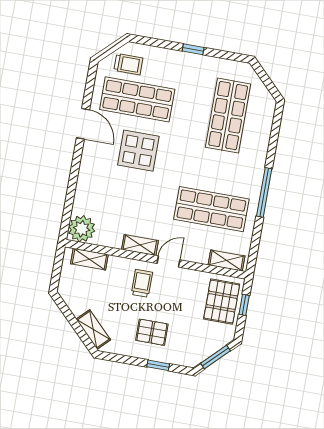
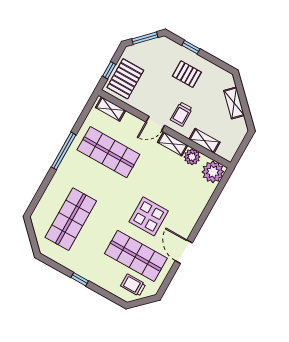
plant: (112, 238) -> (192, 157), added
shelving: (89, 259) -> (204, 141), moved
shelving: (93, 330) -> (234, 103), moved

